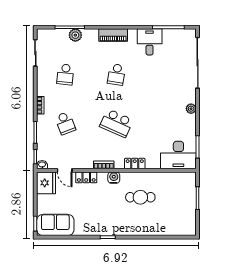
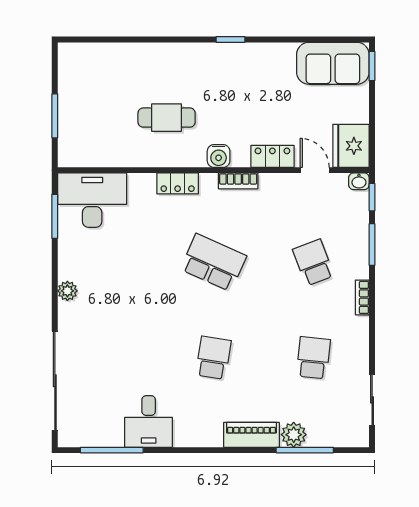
piano: (113, 35) -> (252, 435), moved

